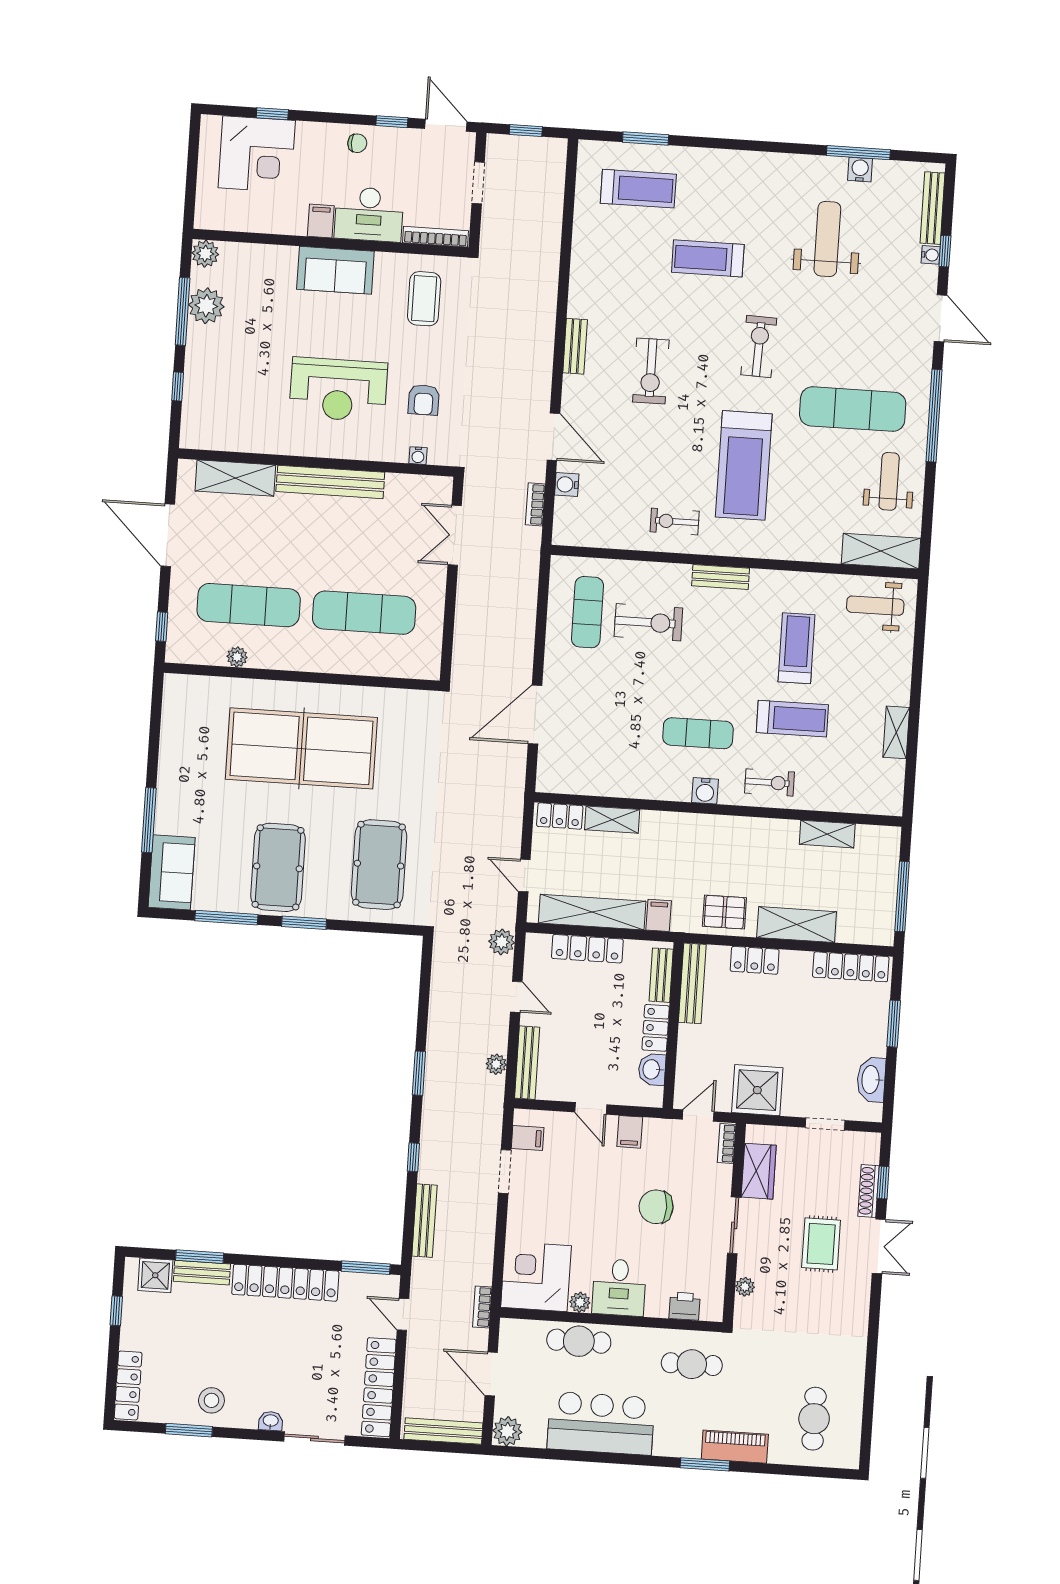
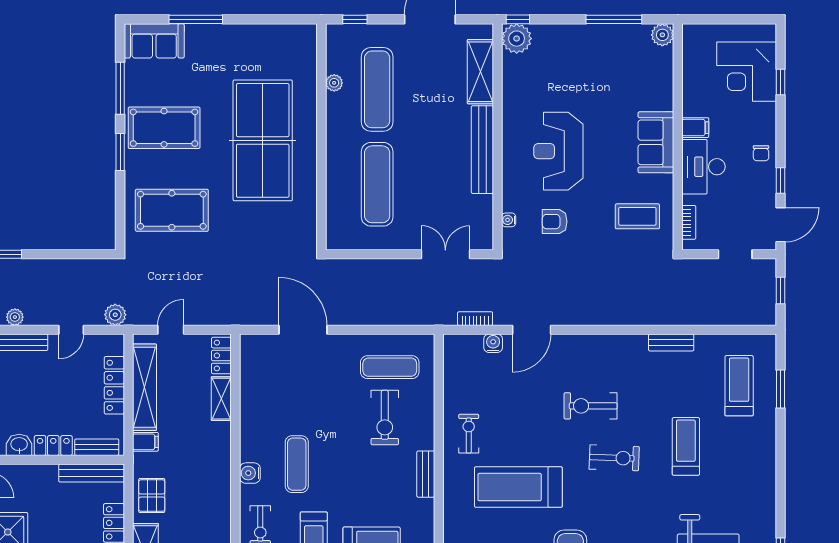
treadmill: (638, 189) -> (739, 386), turned 180
bookcase: (436, 237) -> (689, 222), width x0.64
plant: (206, 306) -> (517, 39), moved
bench: (575, 346) -> (671, 342), moved
exercise bike: (759, 346) -> (614, 458), moved
window: (178, 386) -> (518, 19), moved

